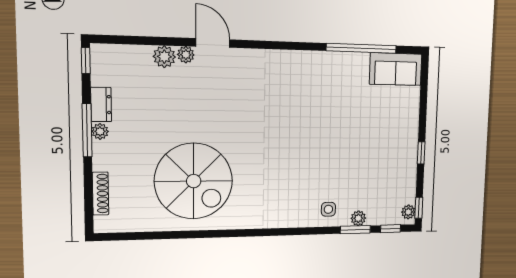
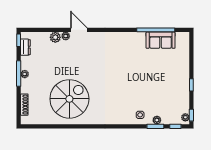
sofa: (396, 69) -> (161, 40), moved
dresser: (101, 104) -> (25, 47), moved
spiral stairs: (194, 181) -> (69, 99), turned -90

